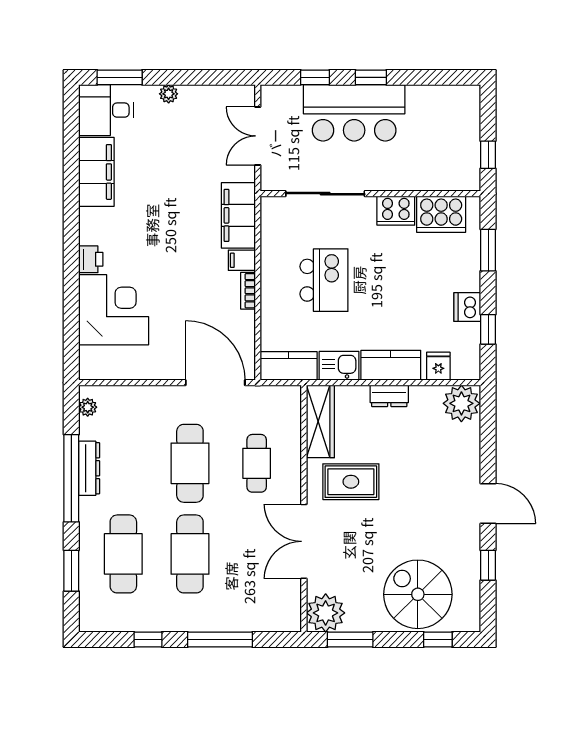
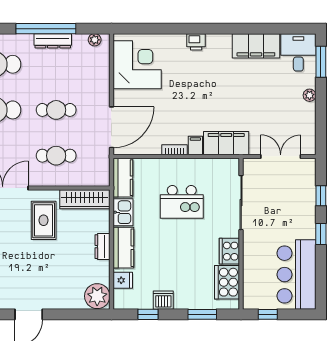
bar counter: (354, 113) -> (296, 275), moved
corner desk: (114, 310) -> (137, 65), moved, turned -90
cafe table: (190, 463) -> (56, 110), width x0.73, depth x0.74

